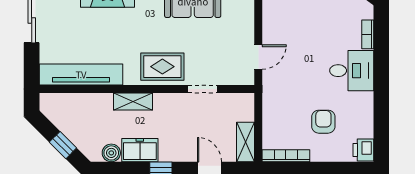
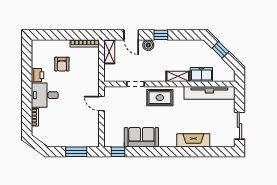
door: (258, 57) -> (102, 103), hinge flipped
freezer: (140, 150) -> (201, 75), moved, turned 180
printer: (363, 150) -> (38, 75), moved
boiler: (111, 153) -> (148, 45), moved

